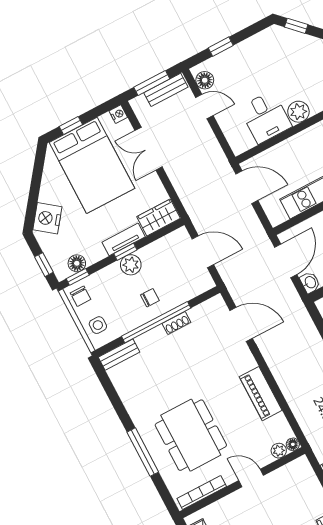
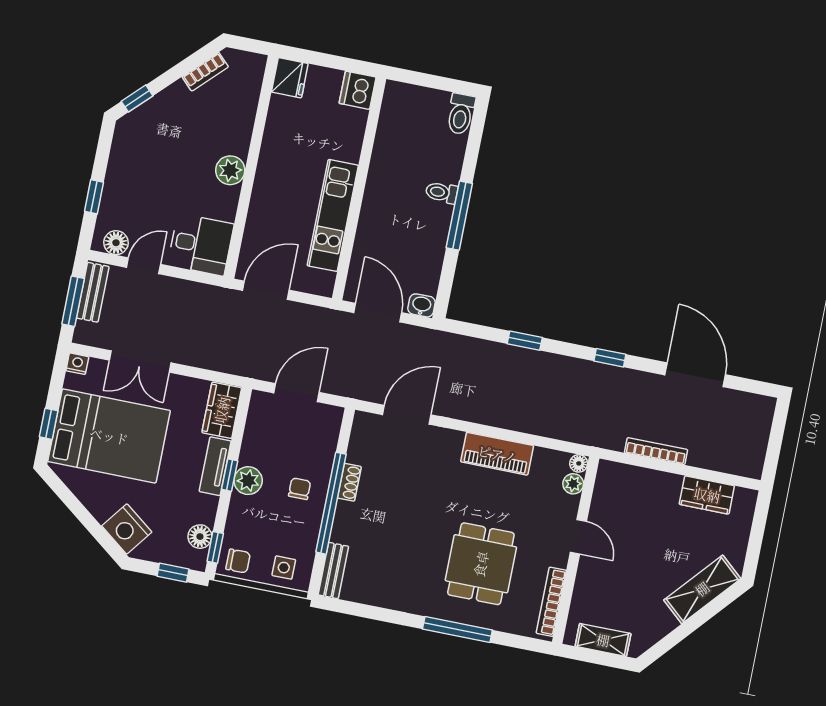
desk: (265, 117) -> (201, 245), moved
dining table: (191, 435) -> (481, 564), width x0.73
door: (251, 478) -> (578, 537), swing flipped

